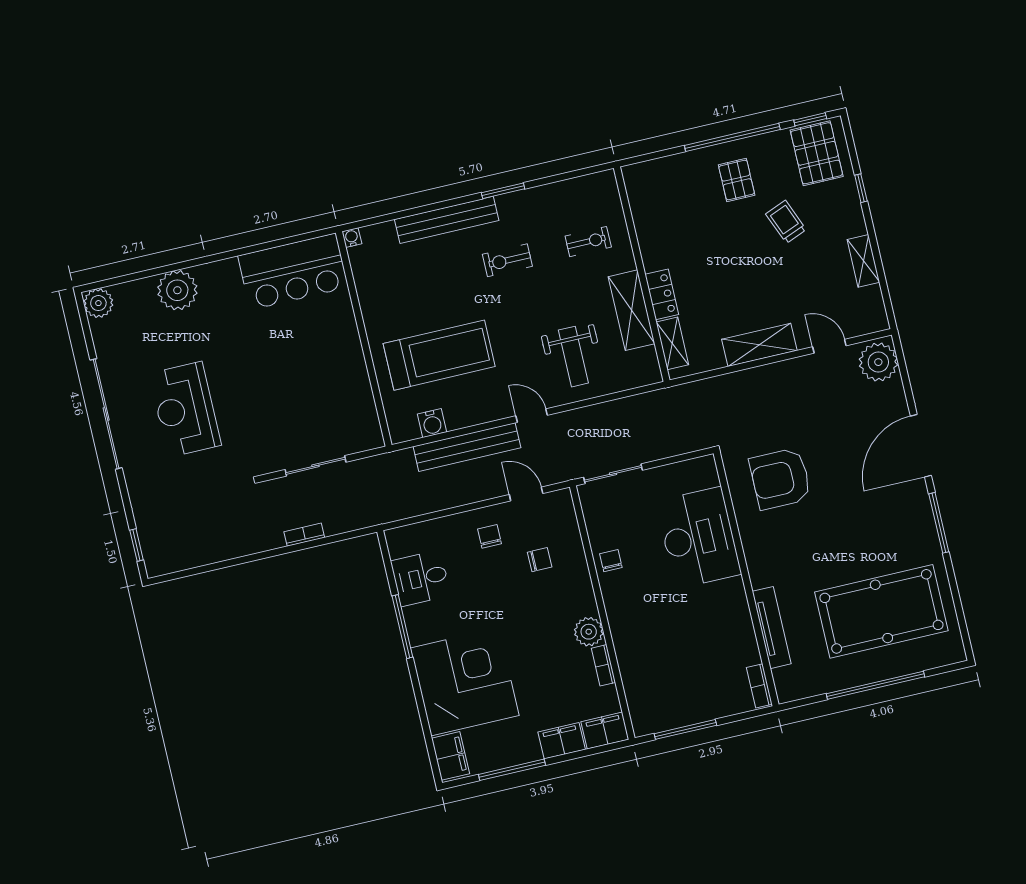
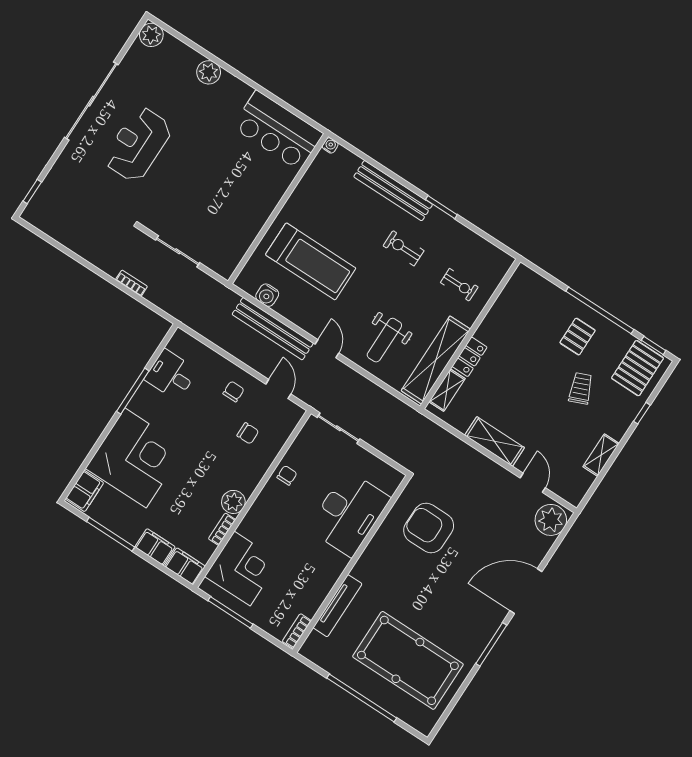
plant: (177, 290) -> (209, 72), width x0.73, depth x0.73
shelving: (631, 310) -> (436, 360), width x1.47
corner desk: (656, 681) -> (242, 569), added

